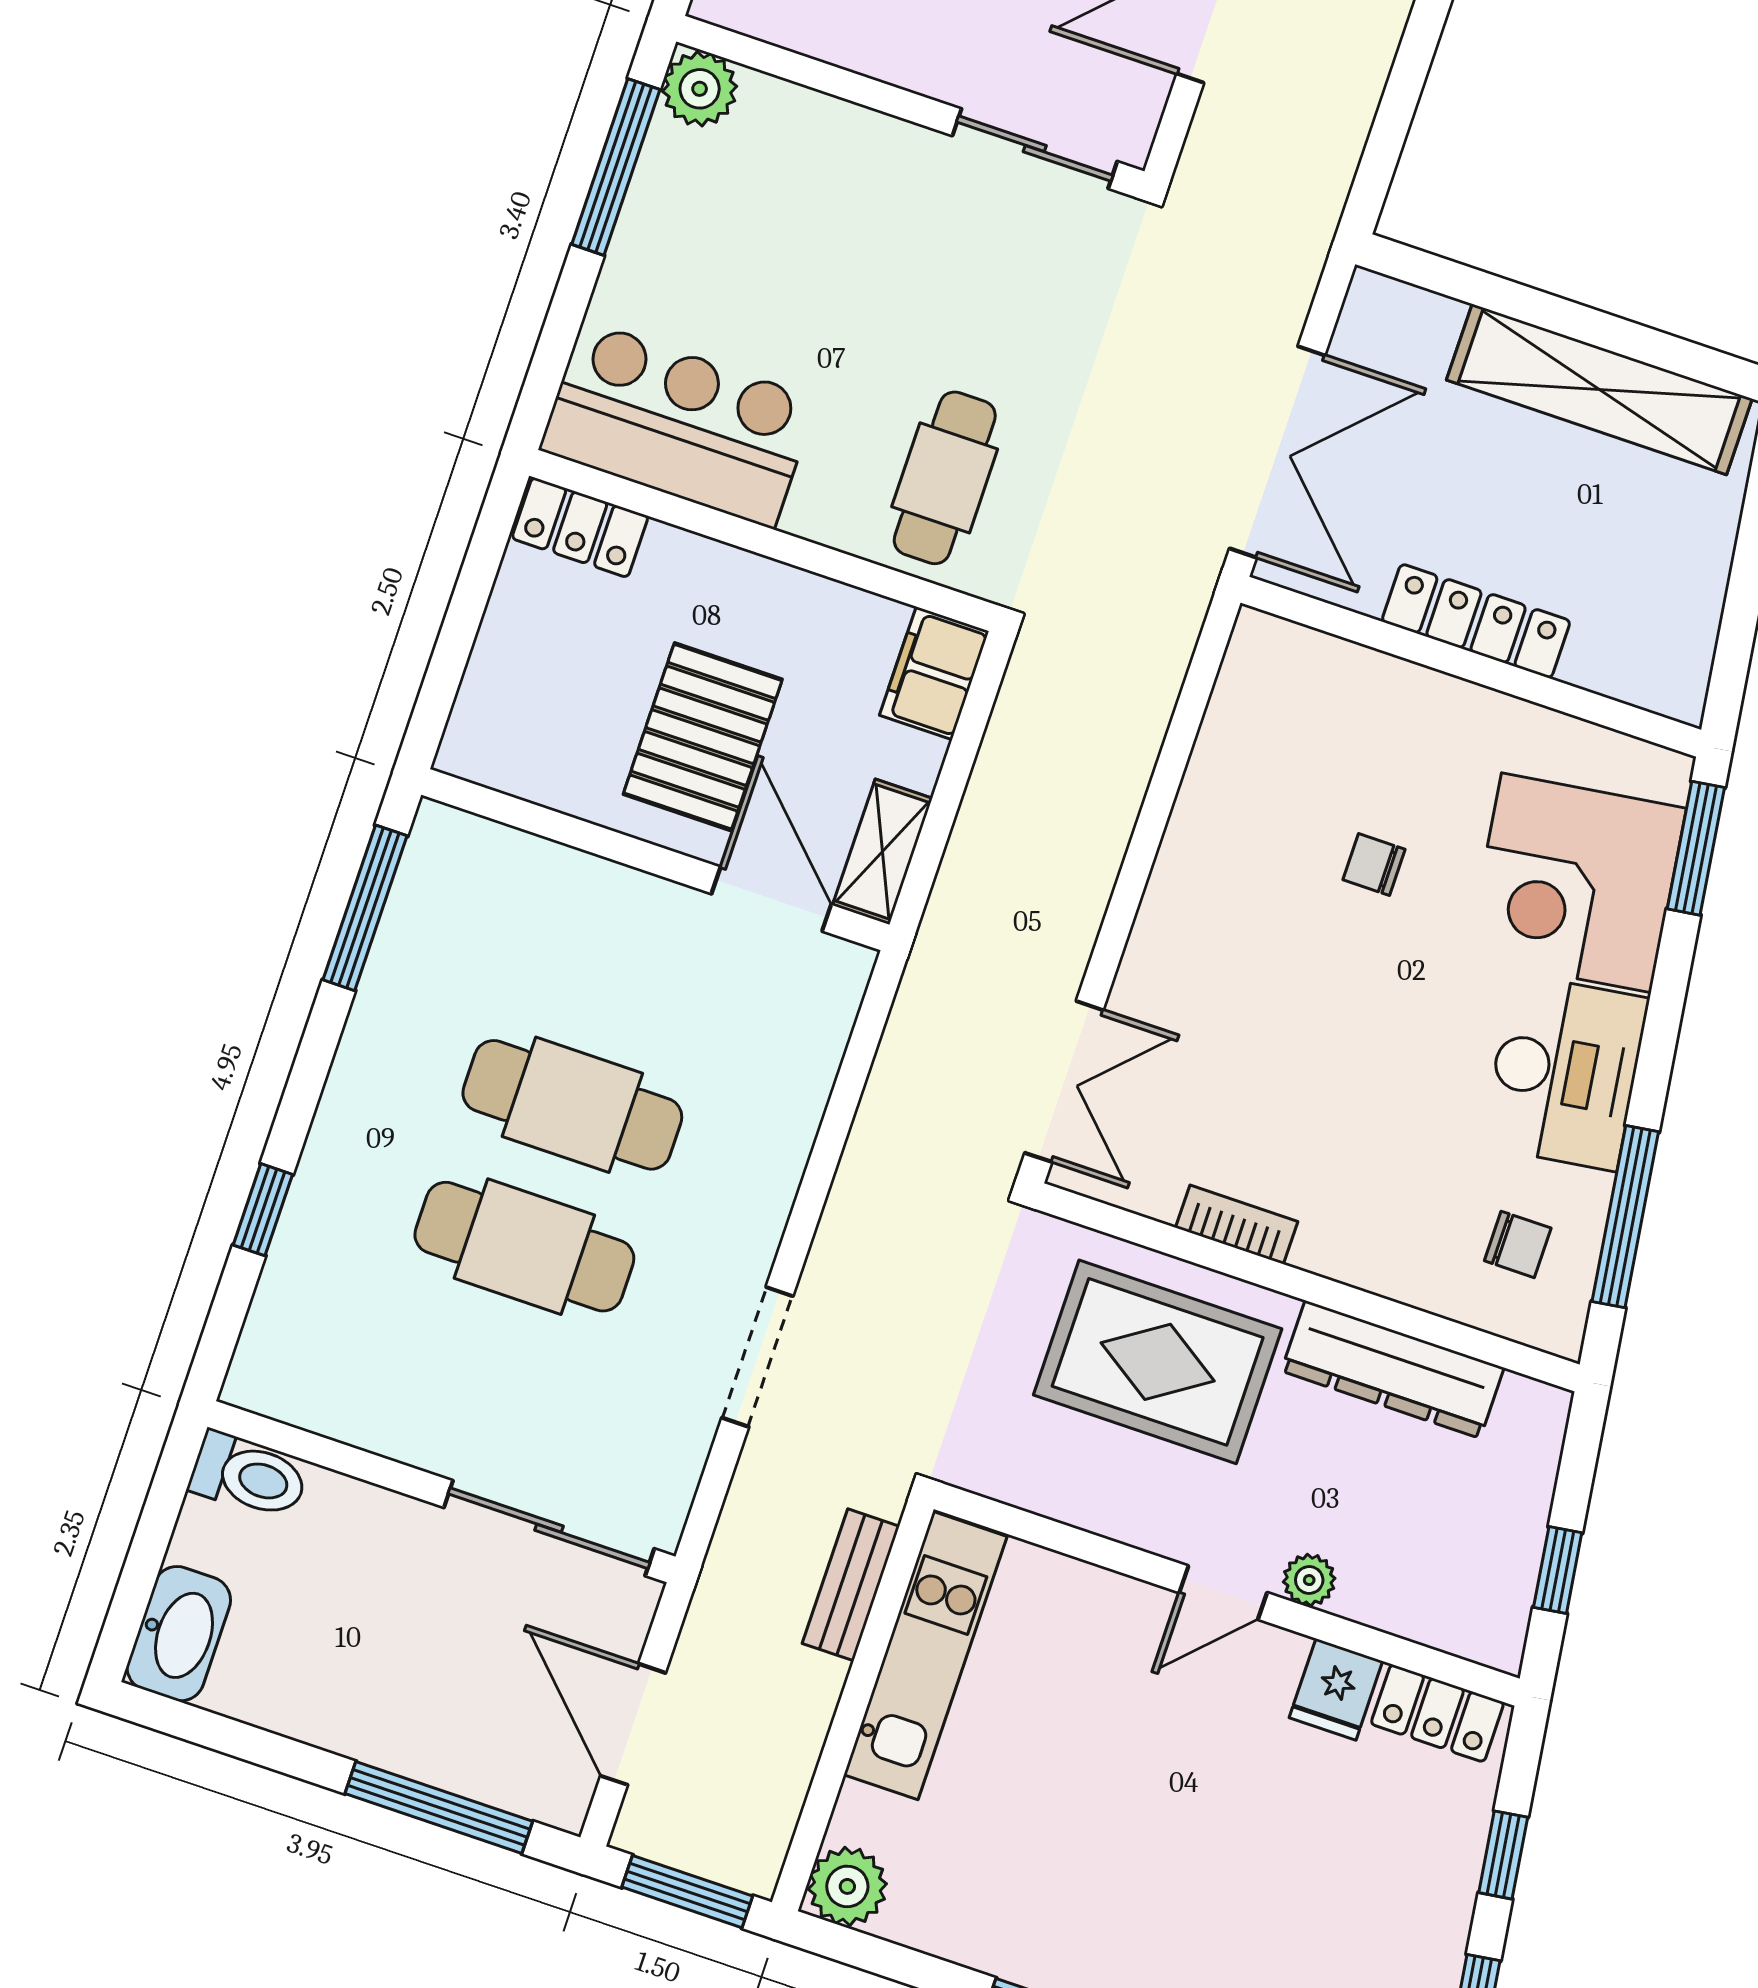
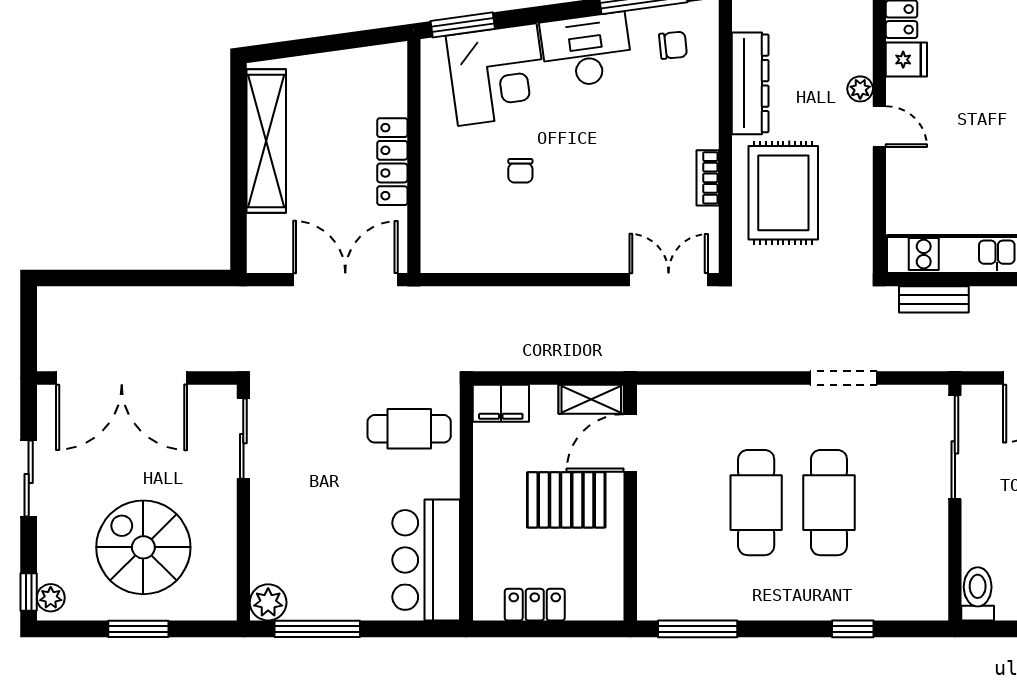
locker: (580, 527) -> (535, 605), moved, turned -90
chair: (1518, 1244) -> (673, 45), turned 84

